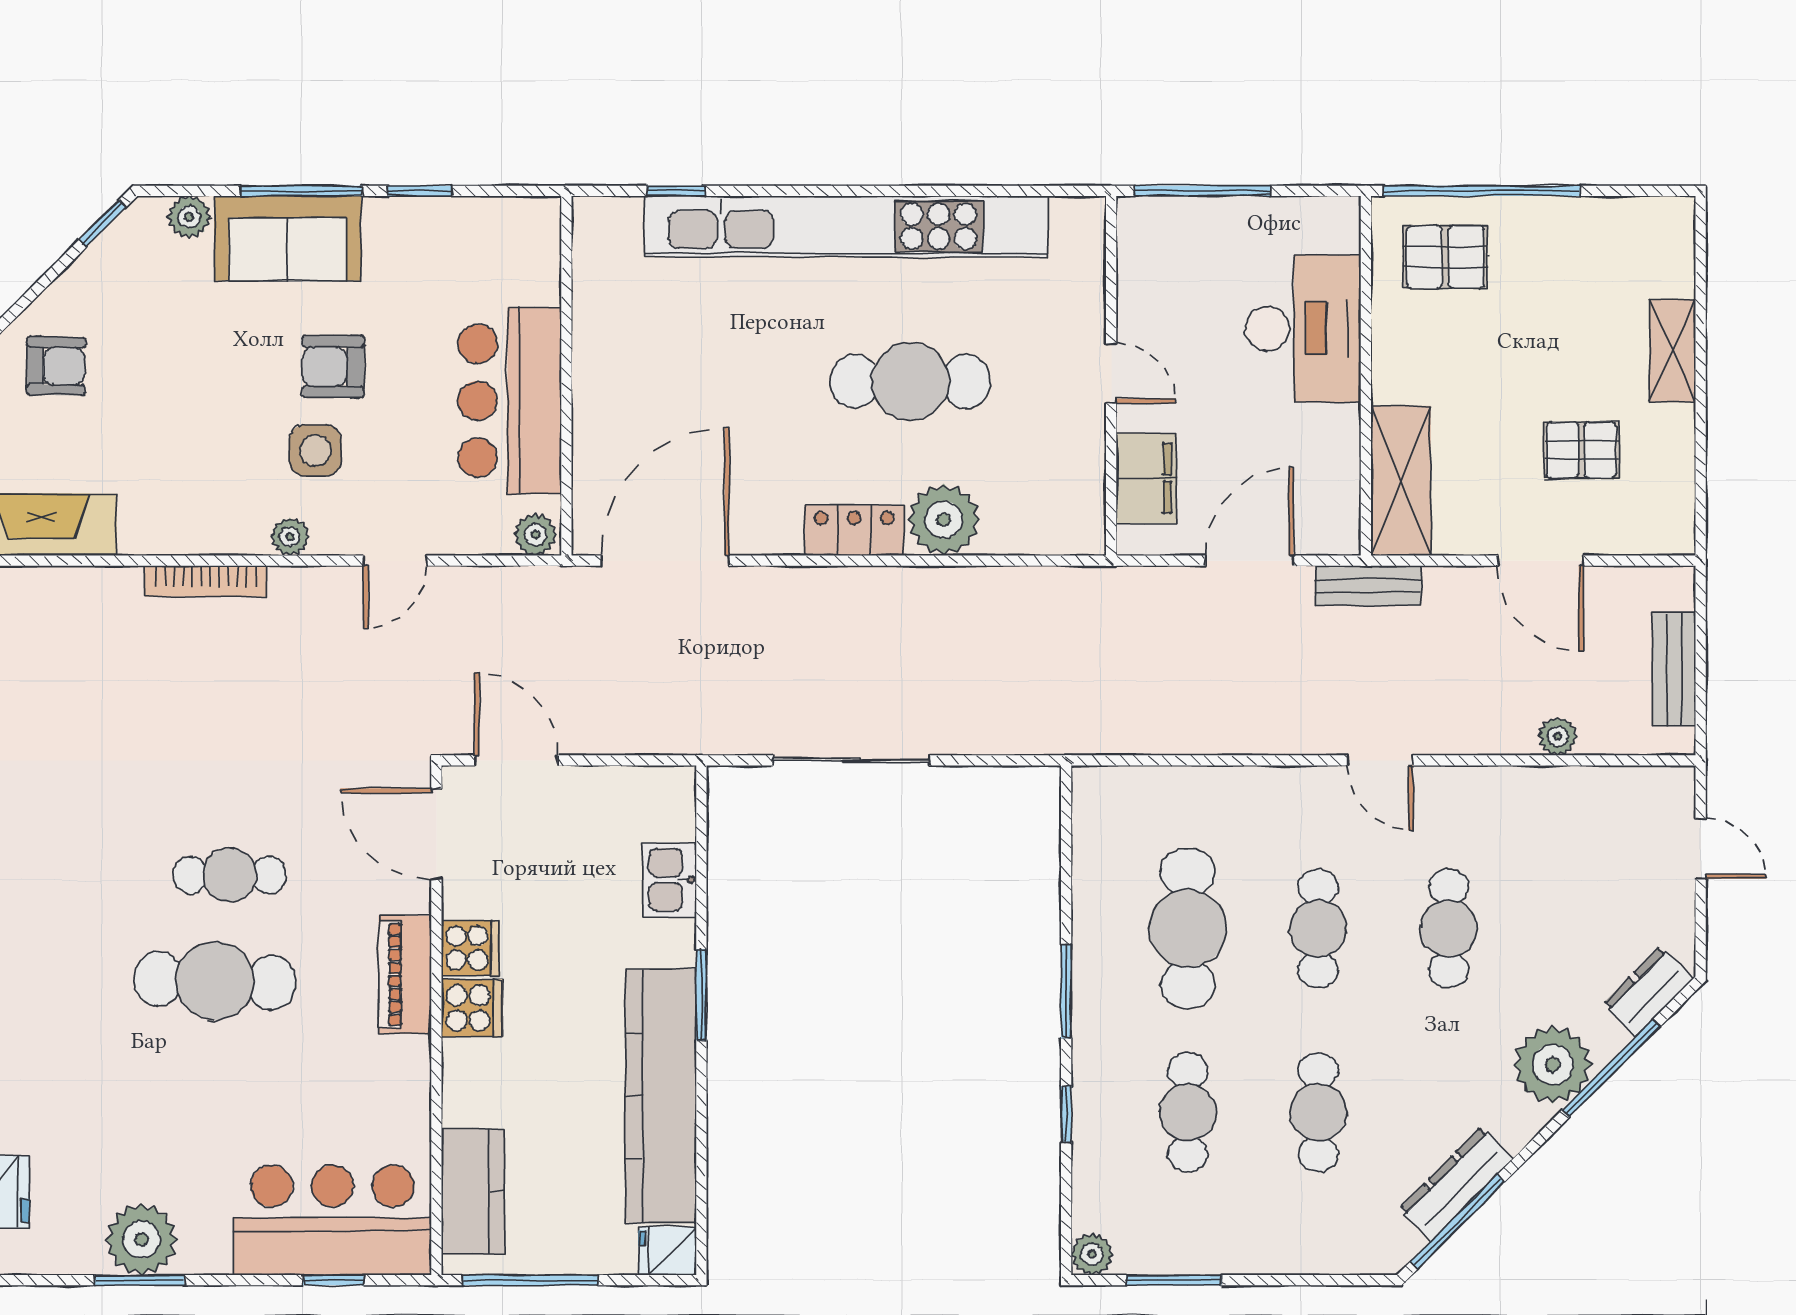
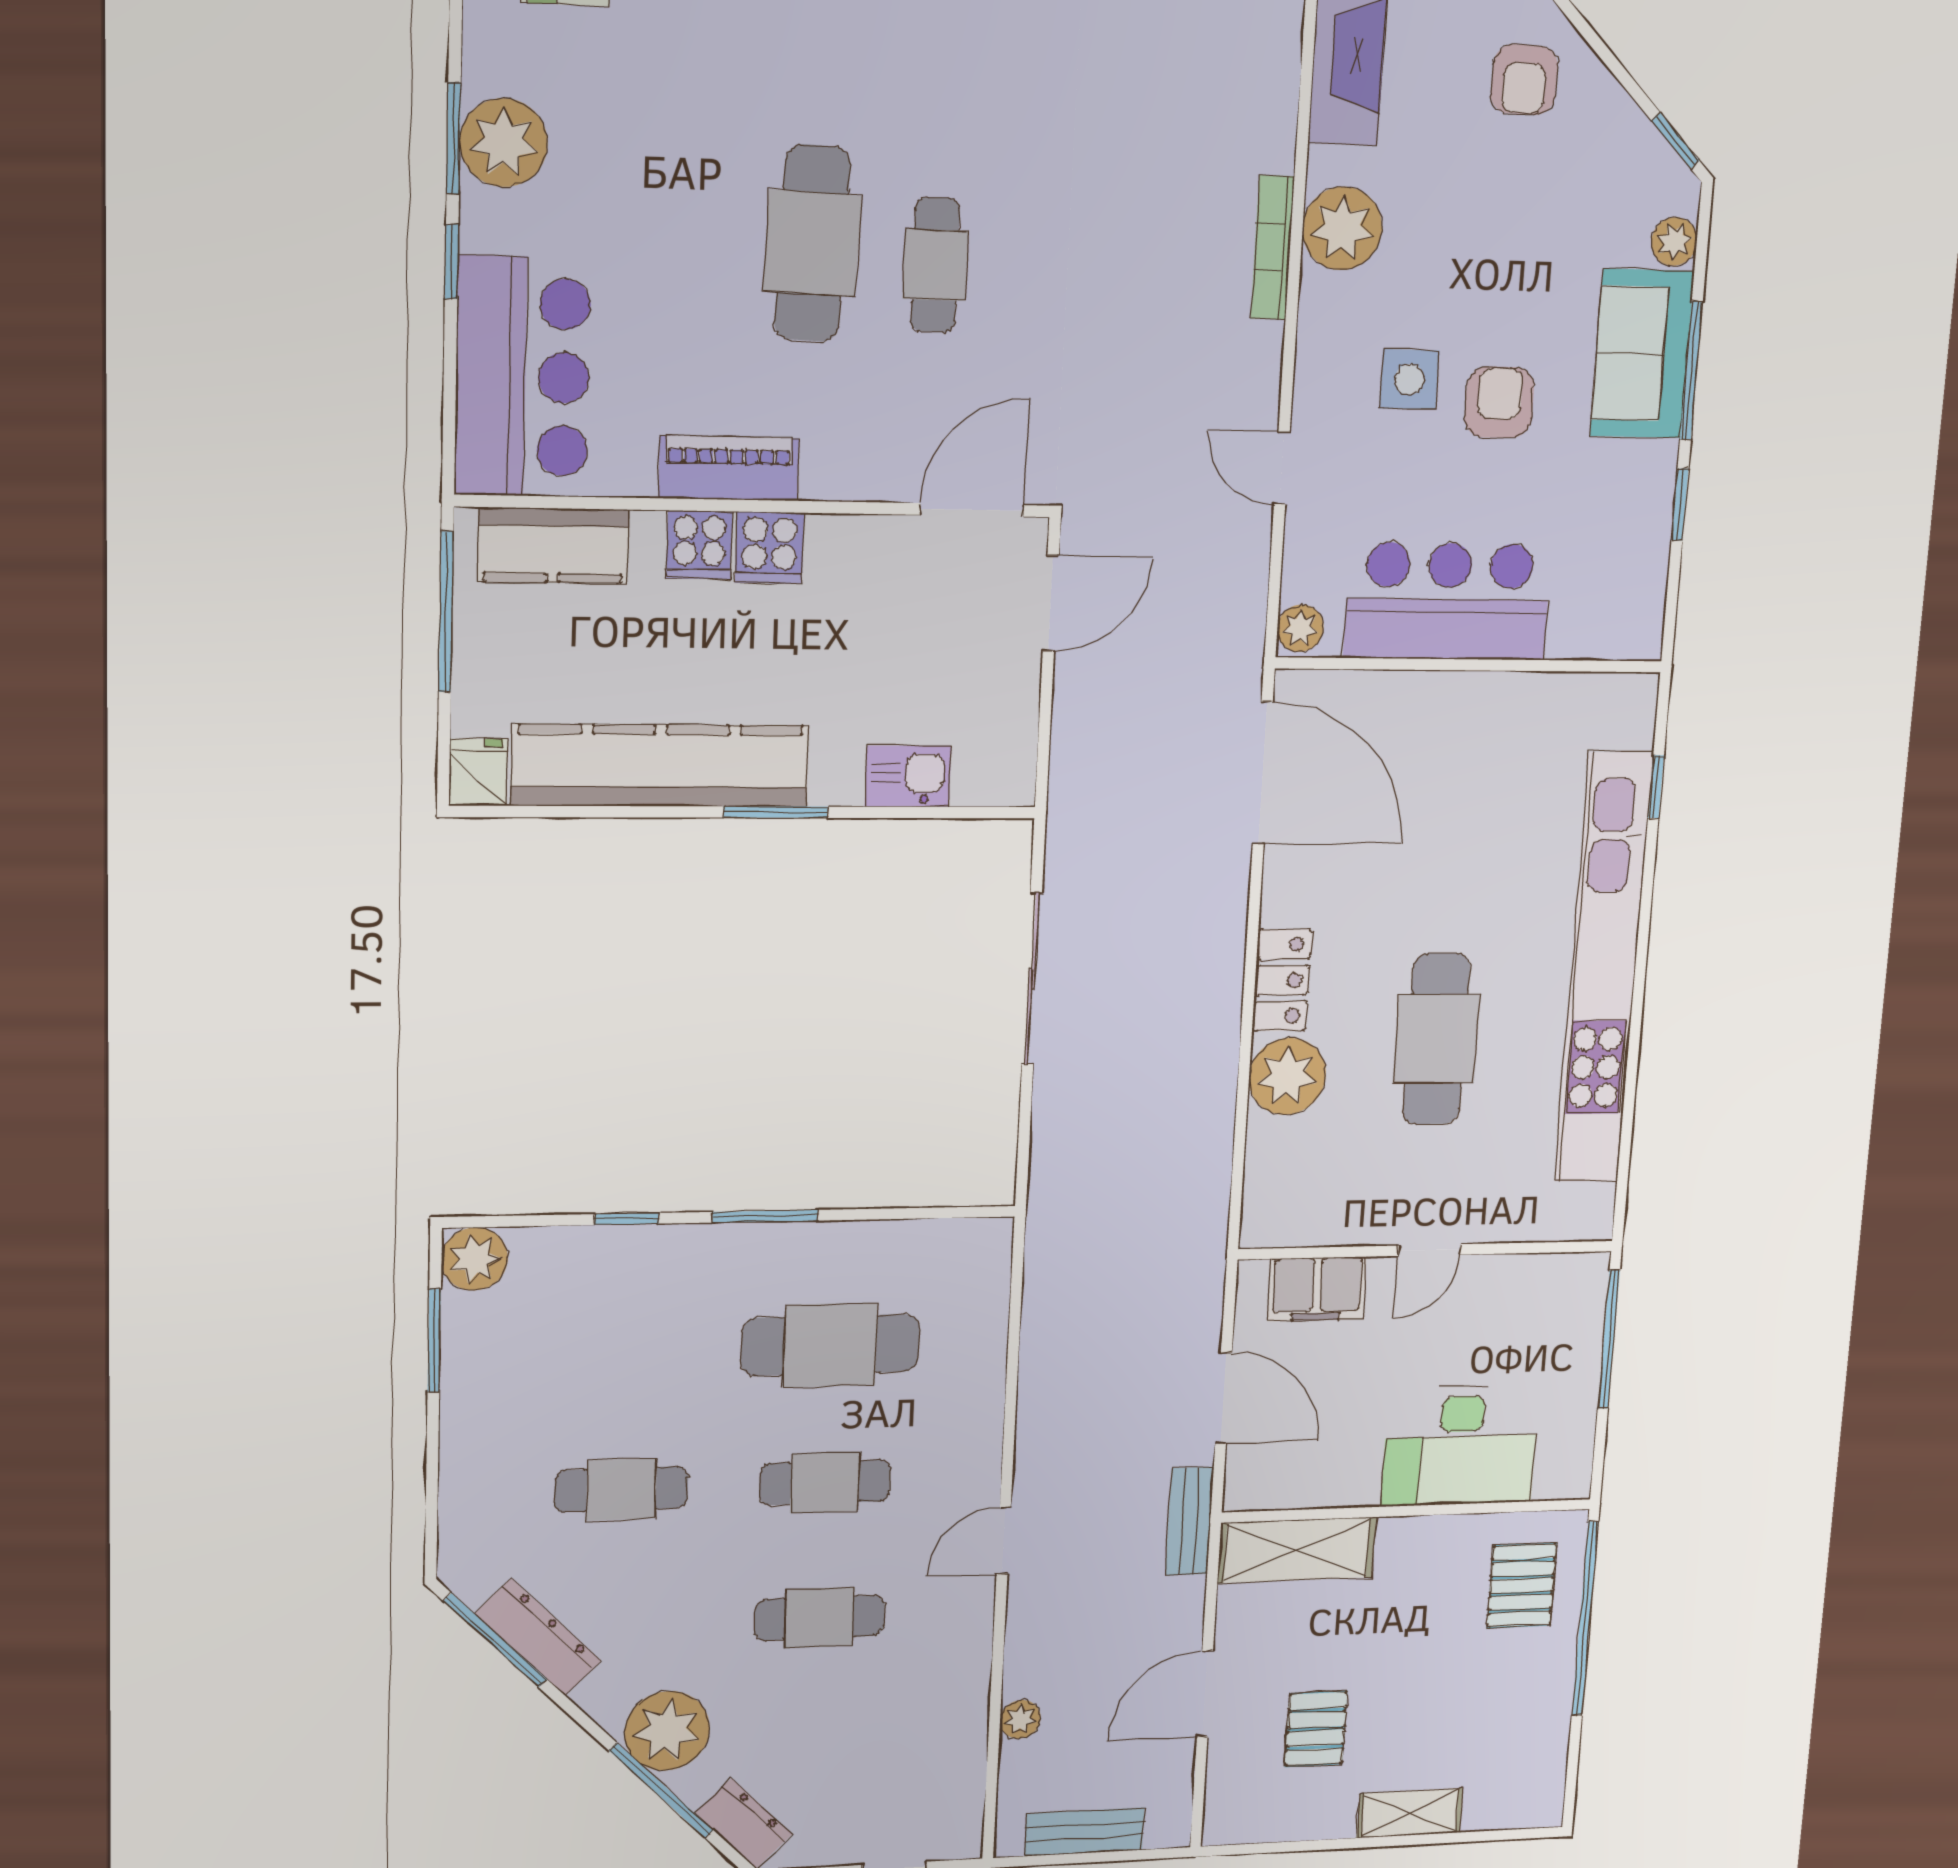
plant: (290, 537) -> (1342, 228), moved, width x1.87, depth x1.87
cooker: (470, 948) -> (699, 545), moved
piano: (405, 975) -> (729, 468), moved
cafe table: (1188, 1112) -> (625, 1350), removed
plant: (1092, 1254) -> (475, 1259), width x1.38, depth x1.38
window: (333, 1280) -> (452, 262), moved

